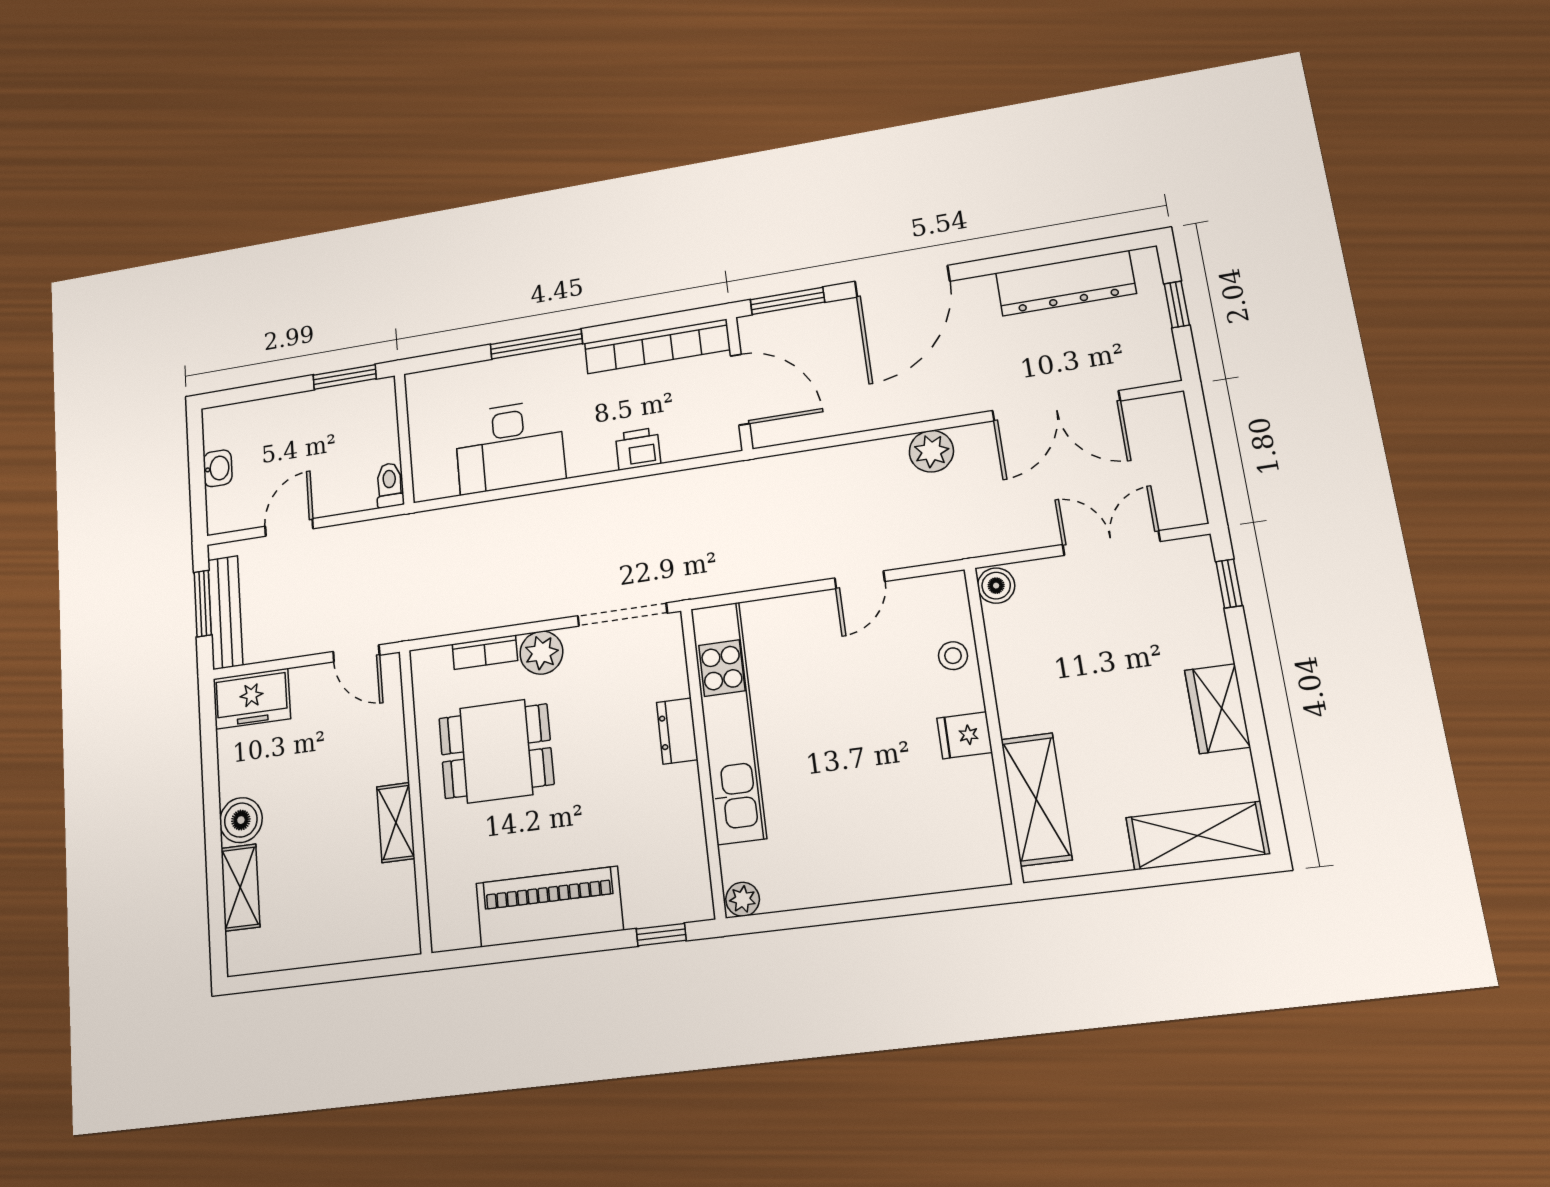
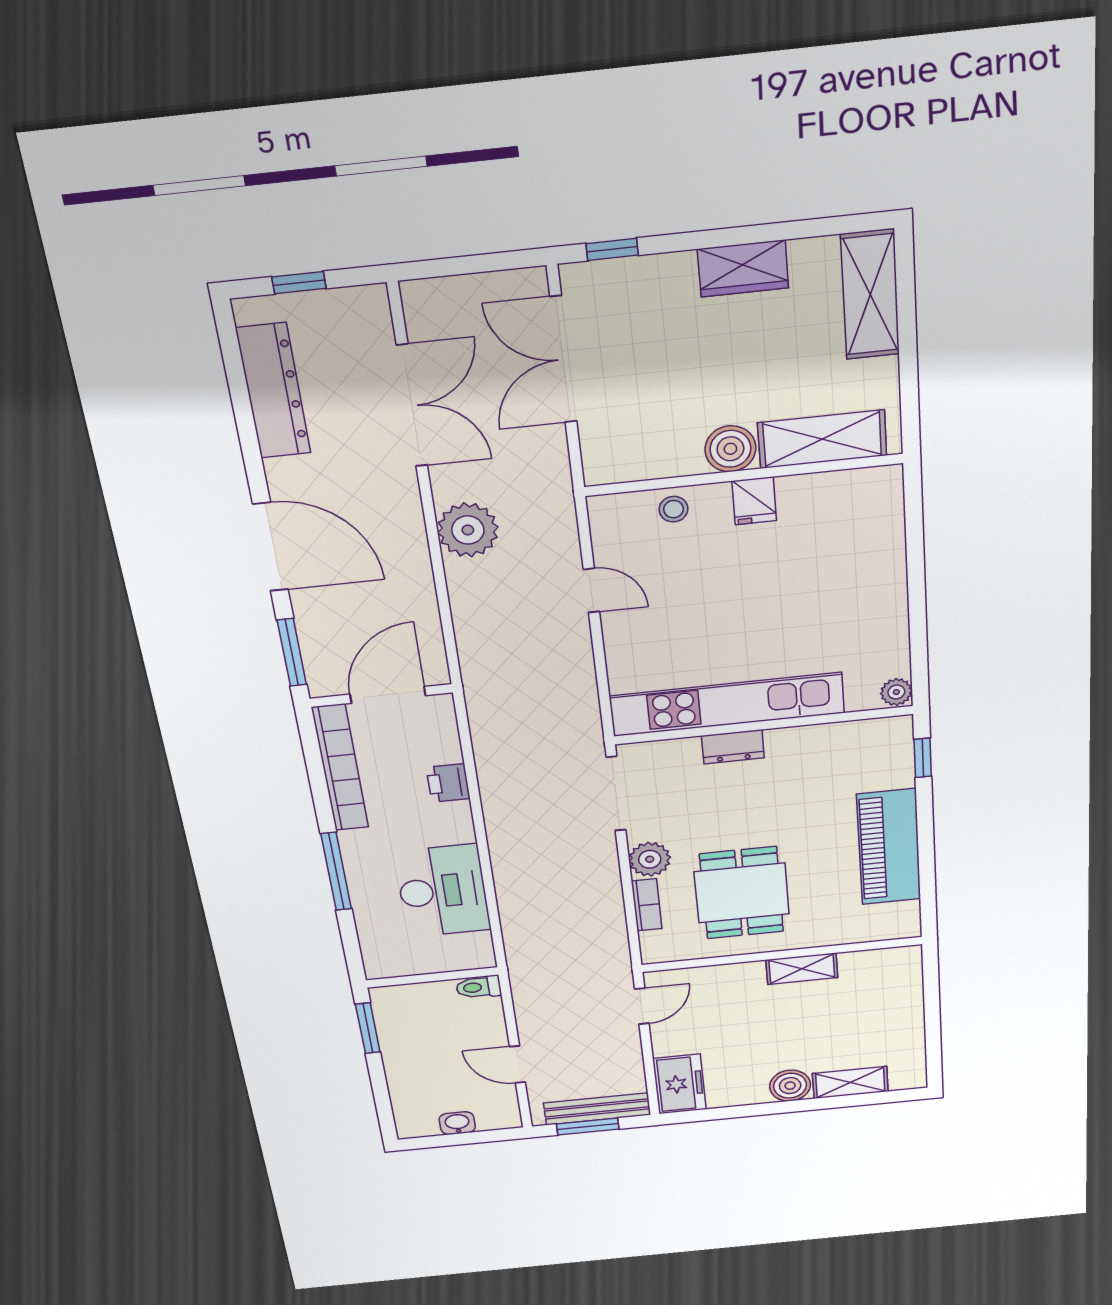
plant: (931, 451) -> (468, 530), width x1.36, depth x1.36
double door: (1111, 543) -> (563, 360), width x1.37
boiler: (996, 586) -> (730, 449), moved, width x1.36, depth x1.36

